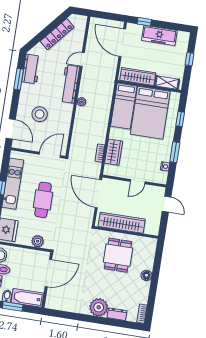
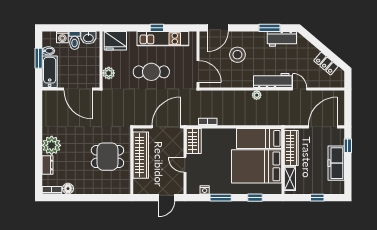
locker: (57, 34) -> (326, 64), width x0.66
wardrobe: (114, 152) -> (194, 141), moved, turned -90
floor lamp: (146, 275) -> (68, 189), moved

